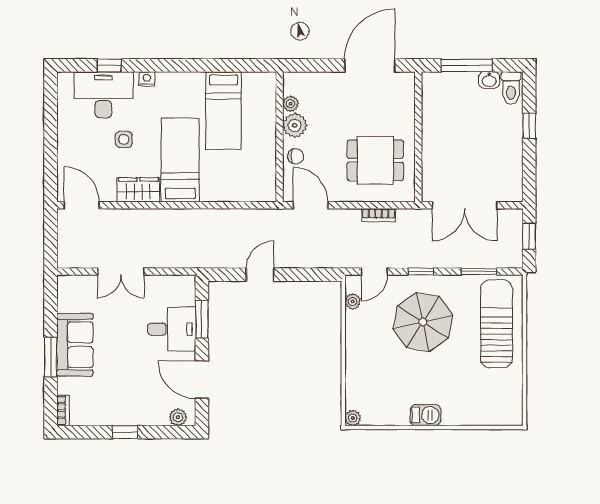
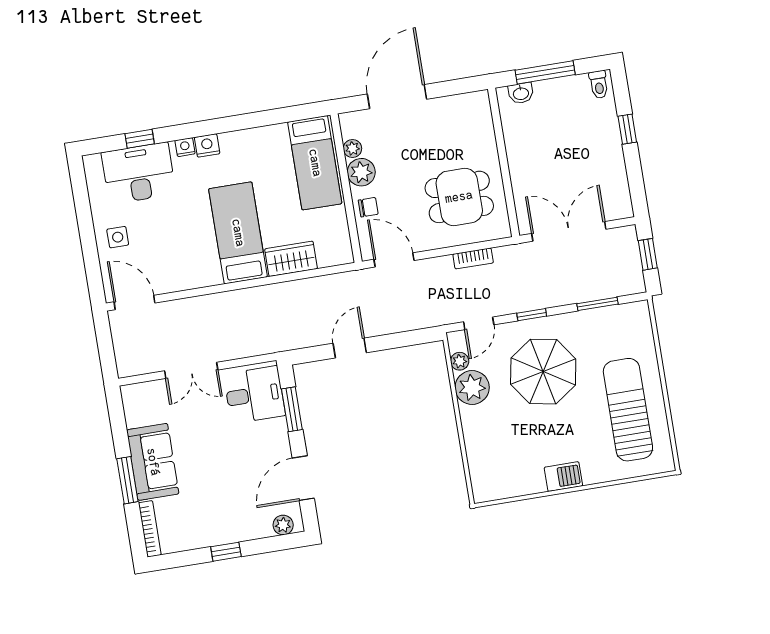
door: (370, 65) -> (397, 97), moved
washbasin: (489, 80) -> (521, 93), moved
nightstand: (166, 81) -> (207, 145), added
toilet: (511, 88) -> (599, 85), width x0.73, depth x0.72
bed: (224, 111) -> (315, 163), moved
side table: (124, 139) -> (118, 237), moved
wardrobe: (138, 190) -> (291, 259), moved
double door: (465, 205) -> (569, 231), swing flipped
sun lounger: (496, 324) -> (628, 410), moved
desk: (172, 329) -> (254, 395), moved
door: (202, 380) -> (303, 478), hinge flipped
bookcase: (63, 410) -> (150, 529), width x1.56
plant: (353, 418) -> (472, 387), moved, width x1.88, depth x1.88

